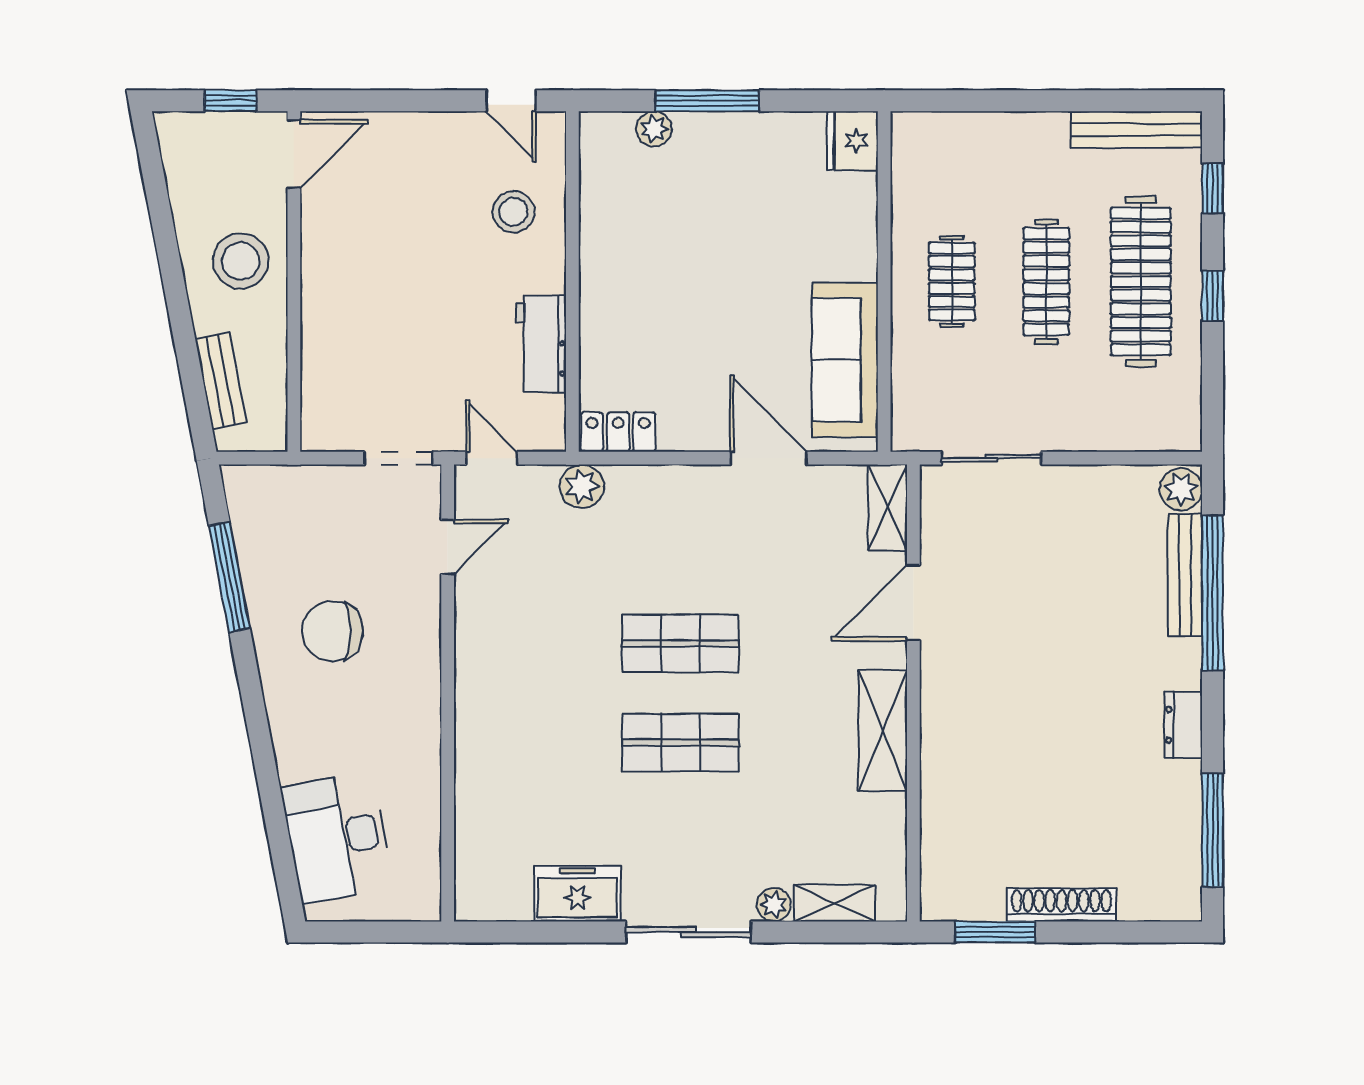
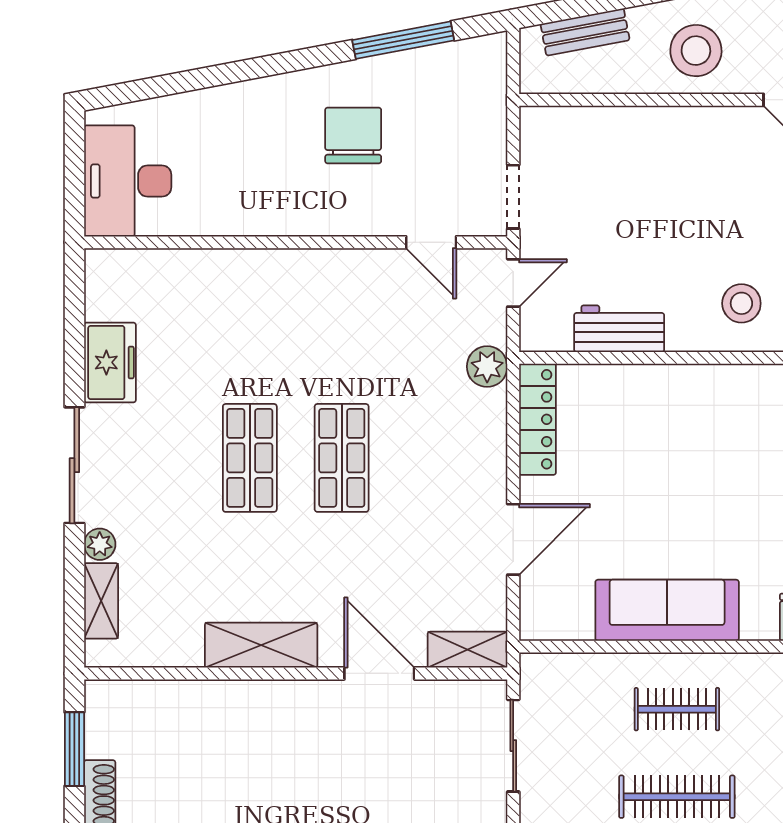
sofa: (845, 360) -> (667, 610), moved
locker: (618, 432) -> (537, 419), width x1.53
desk: (337, 838) -> (128, 181), moved, turned -79

